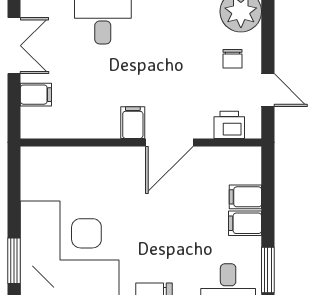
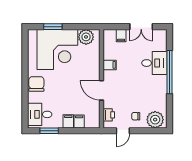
filing cabinet: (133, 123) -> (110, 65), moved
plant: (39, 180) -> (86, 37), added

